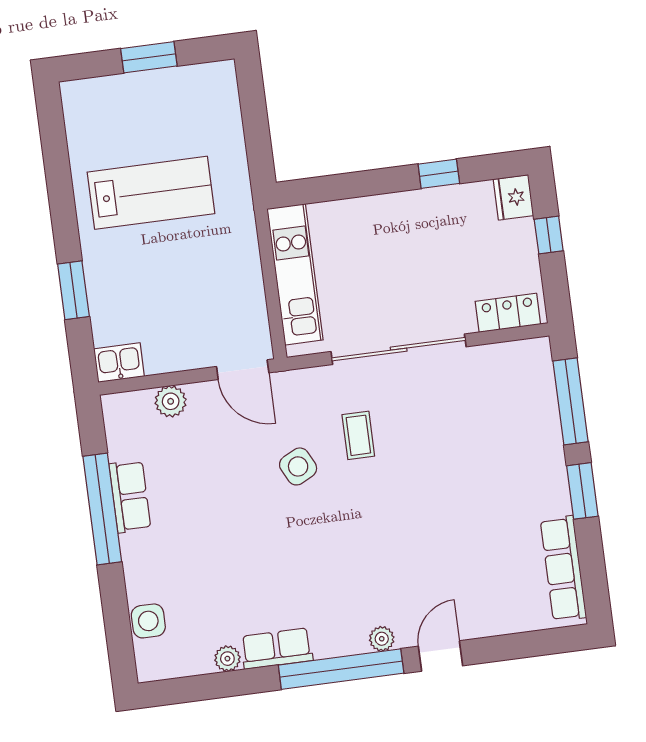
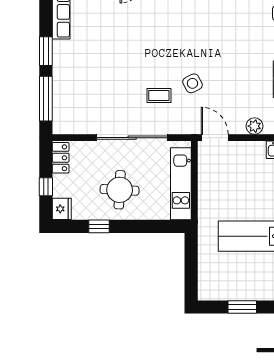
round table: (409, 248) -> (120, 190), added
locker: (508, 313) -> (61, 158), moved, turned -90
coffee table: (358, 435) -> (159, 95), turned 90

